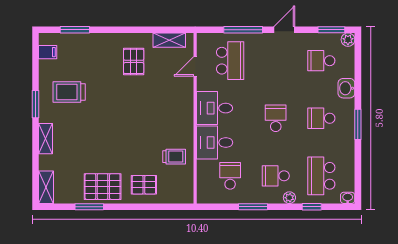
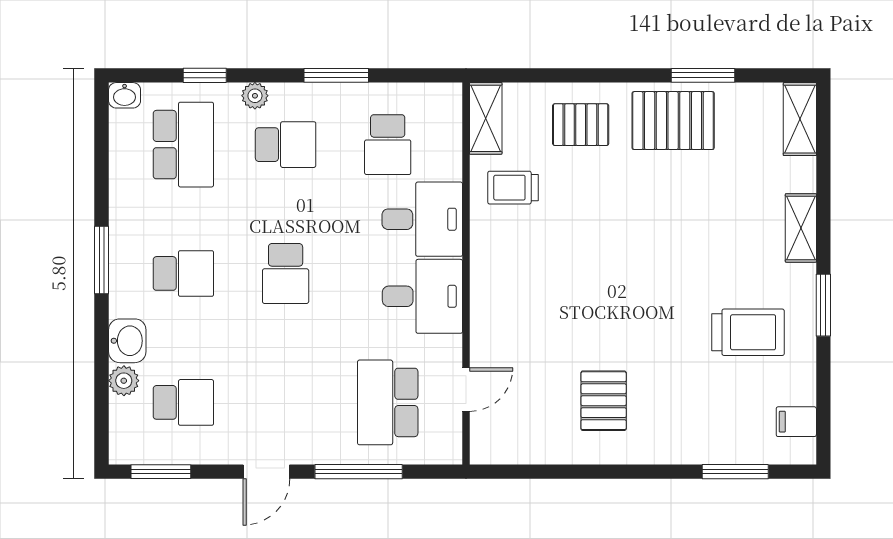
shelving: (169, 40) -> (486, 118), moved, turned 90
plant: (348, 40) -> (124, 381), moved

